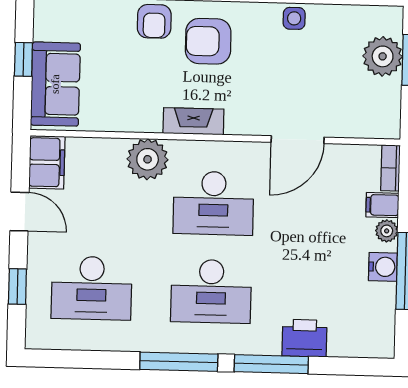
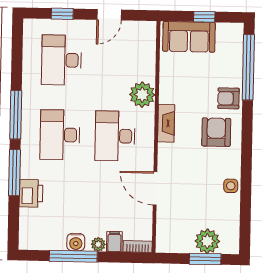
filing cabinet: (47, 162) -> (140, 32), removed

